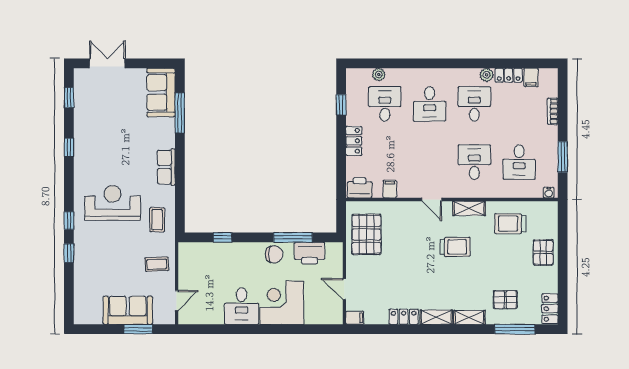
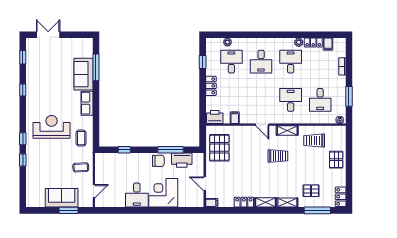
sofa: (161, 92) -> (84, 74), moved

